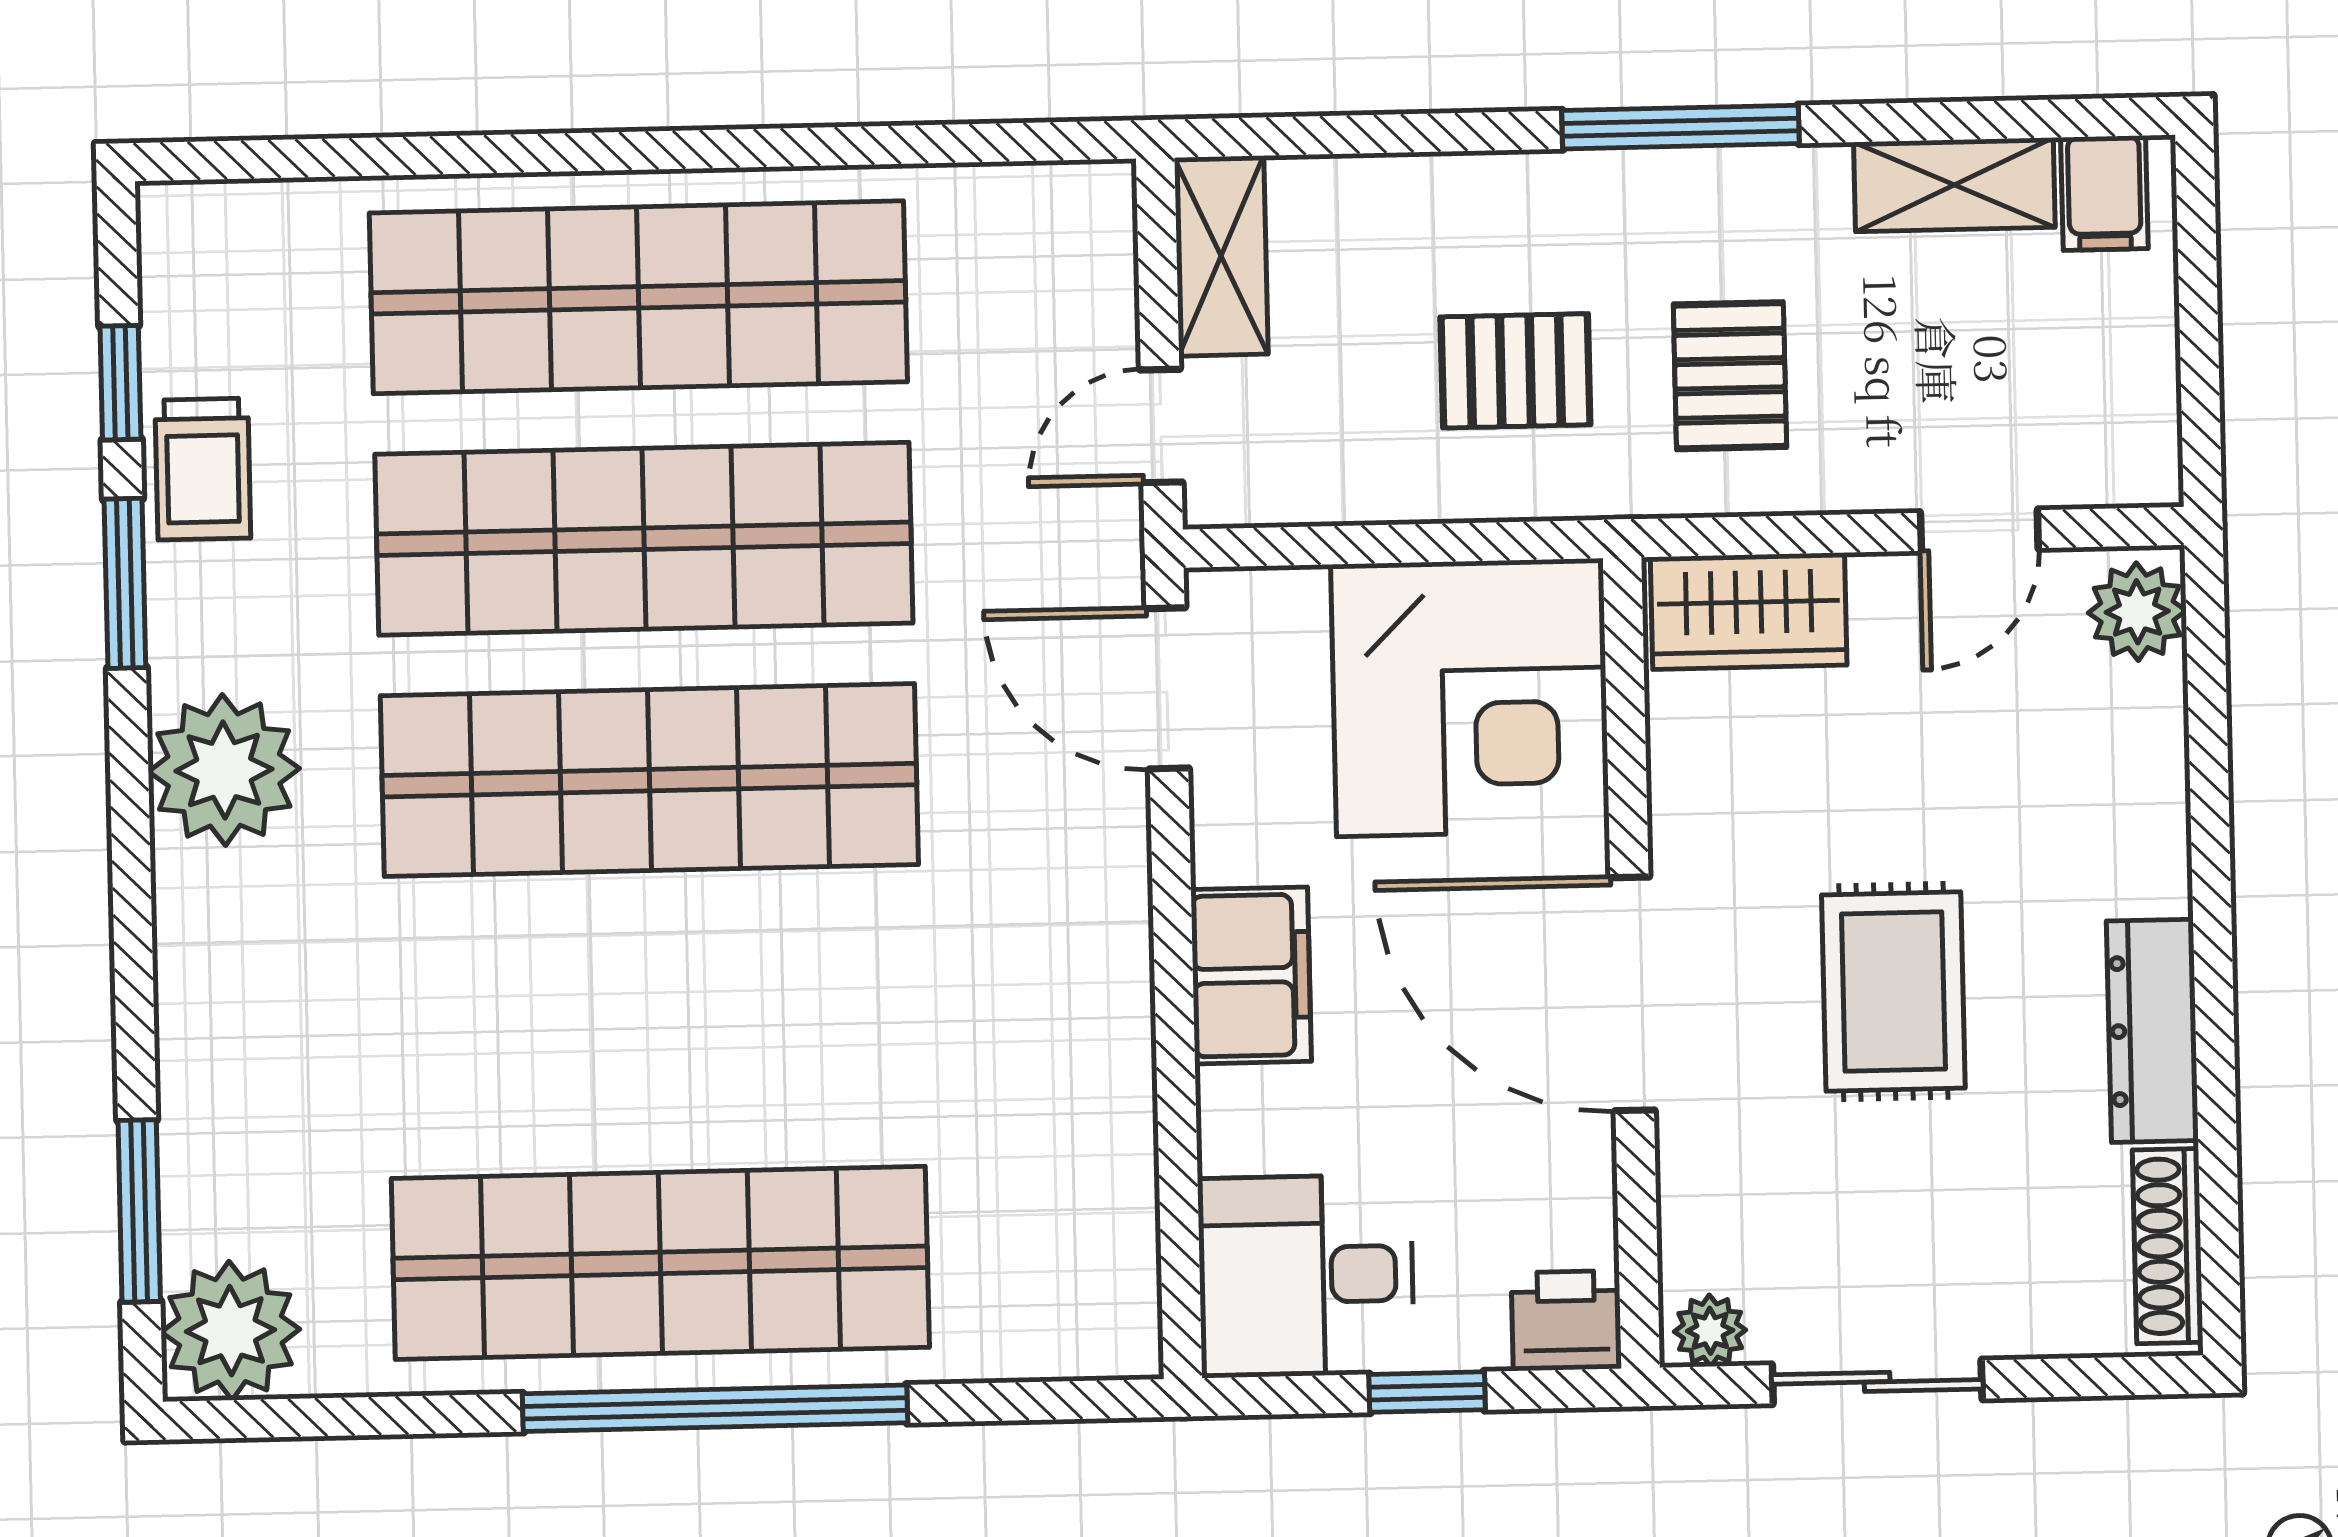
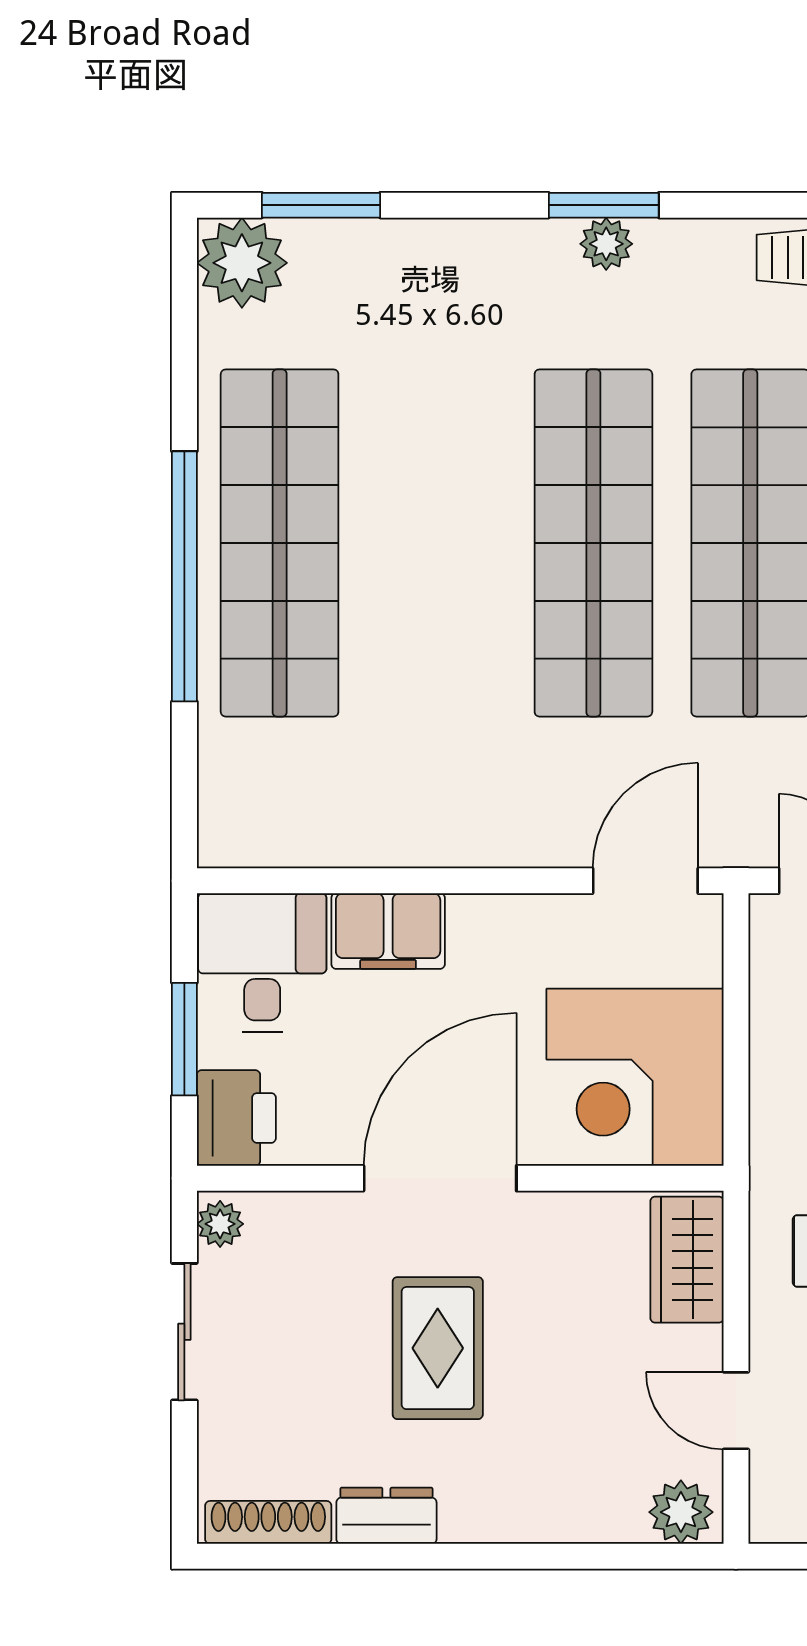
window: (125, 583) -> (604, 205), moved
plant: (224, 770) -> (606, 244), width x0.53, depth x0.53
filing cabinet: (1251, 975) -> (388, 931), moved
rug: (1893, 992) -> (438, 1348), turned 90
dresser: (2152, 1031) -> (386, 1516), width x0.70
printer: (1566, 1321) -> (236, 1118), width x1.36, depth x1.24
window: (1427, 1392) -> (184, 1039), width x1.50

